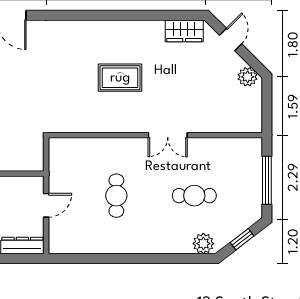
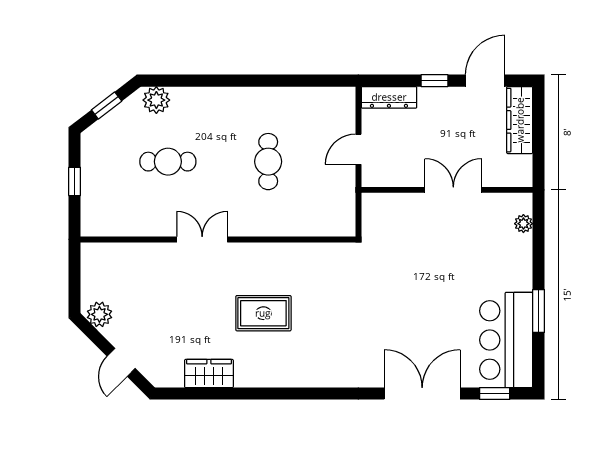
wardrobe: (184, 31) -> (209, 373), moved
window: (267, 180) -> (75, 181), width x0.46

